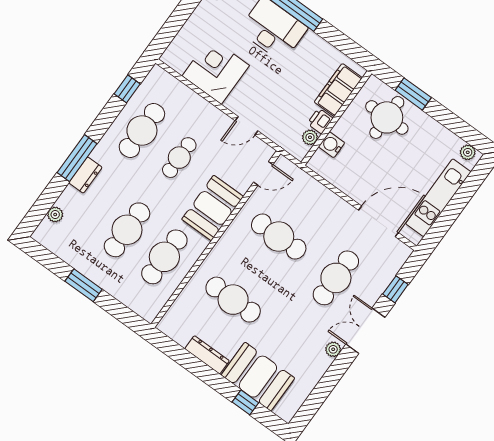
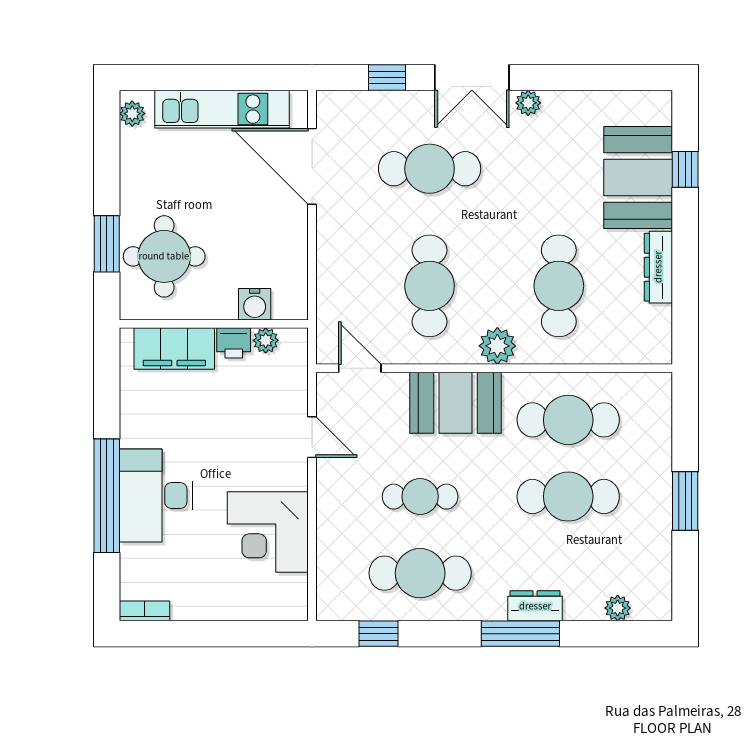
plant: (225, 248) -> (497, 346), added

